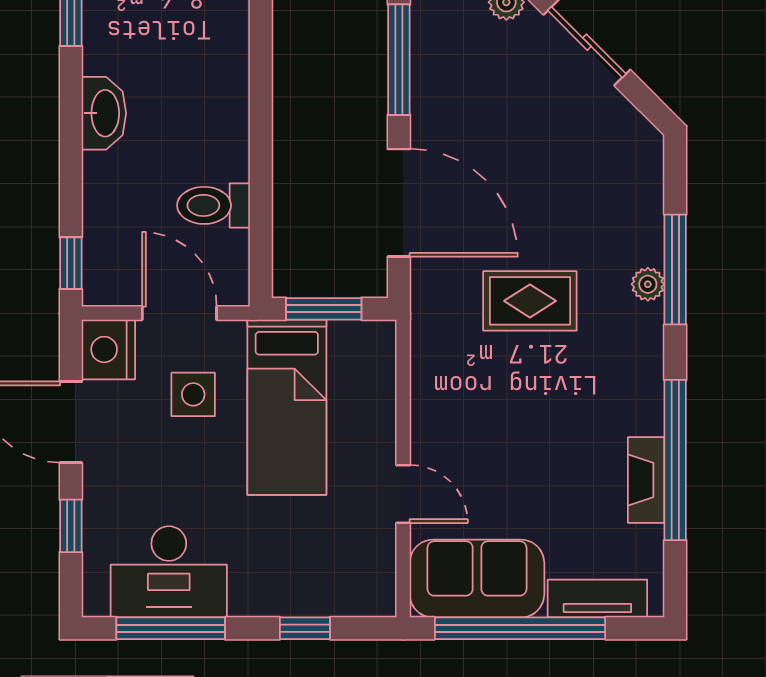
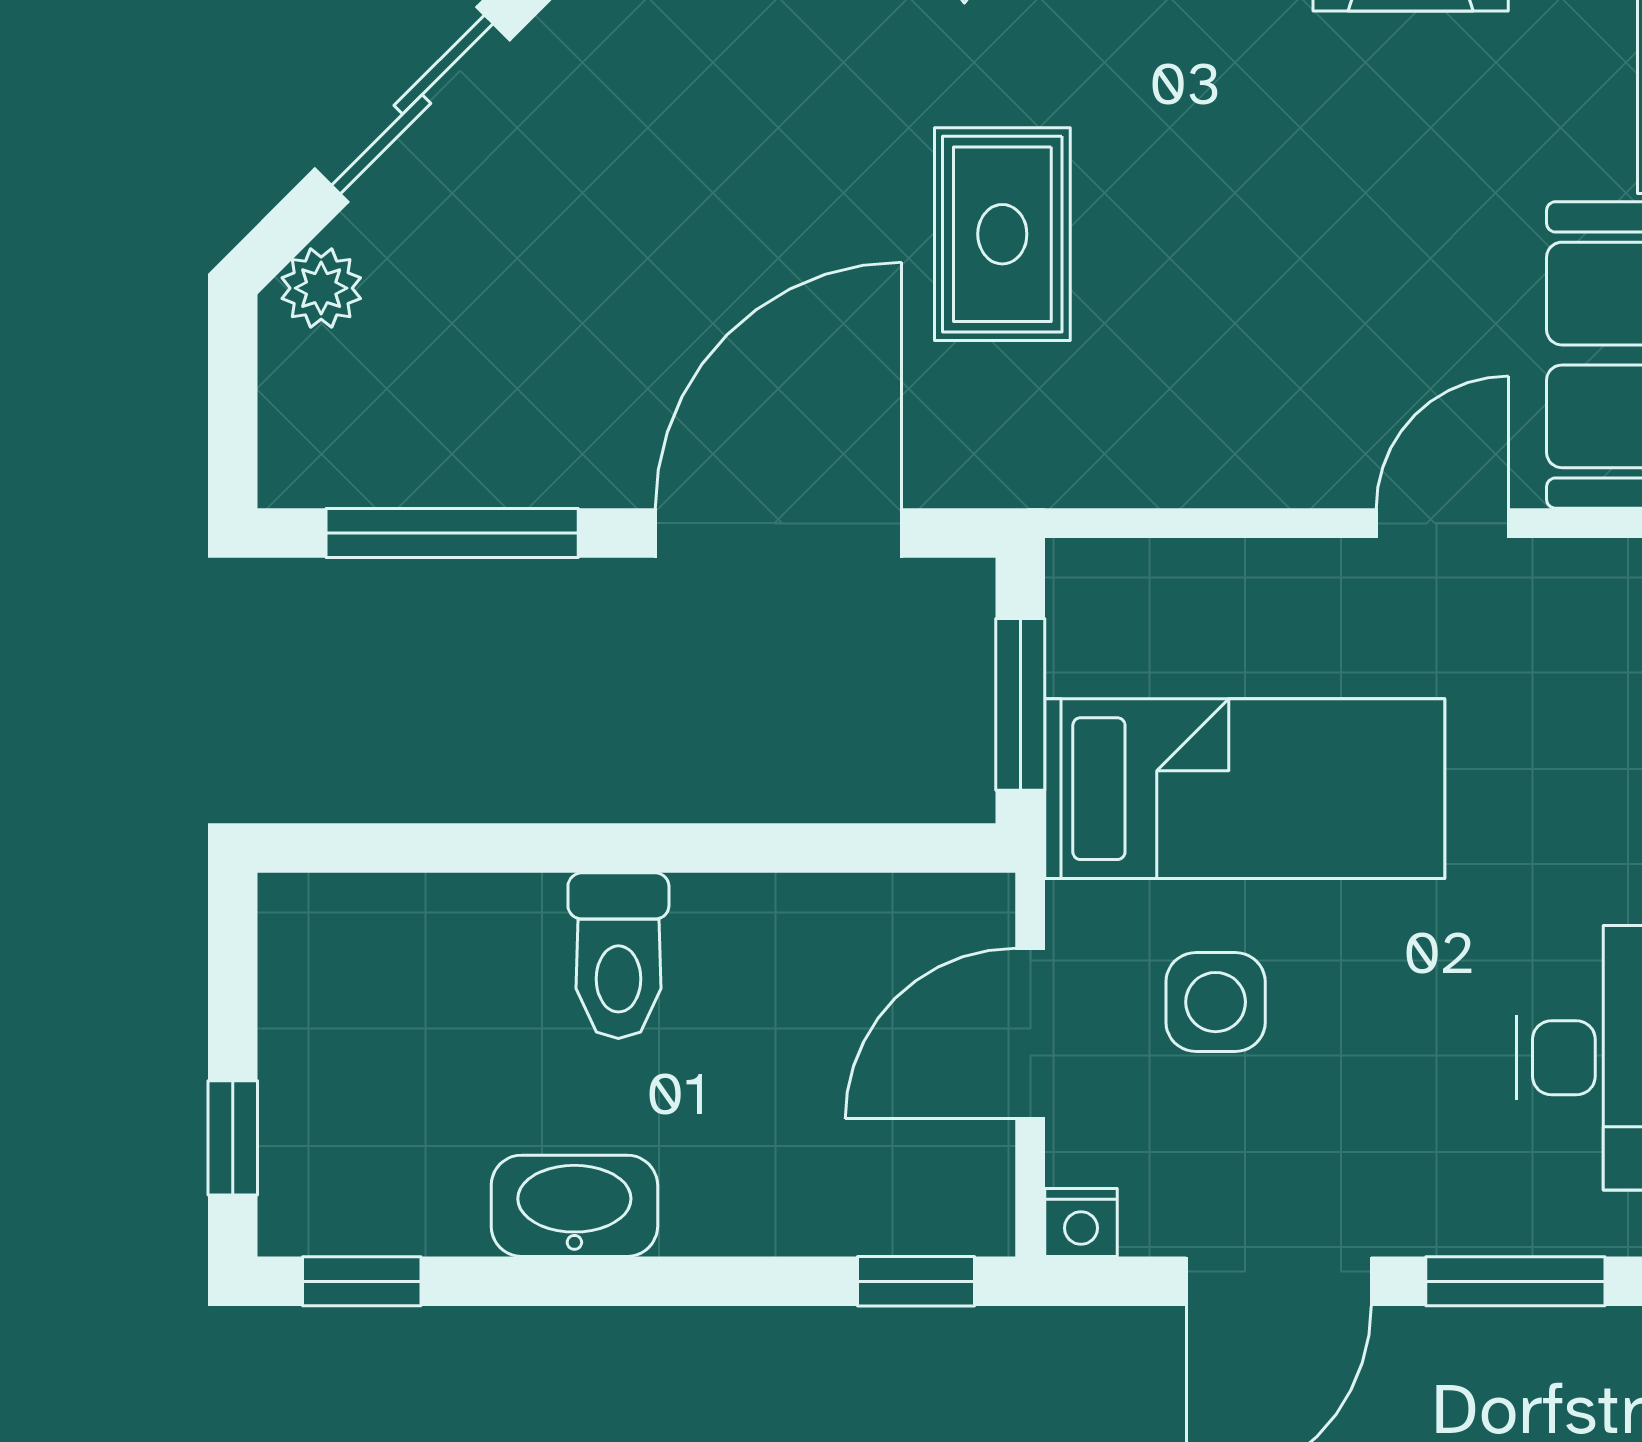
toilet: (214, 205) -> (618, 956), moved
nightstand: (108, 349) -> (1081, 1223), width x0.53, depth x0.56
window: (71, 526) -> (1515, 1281), width x1.50

